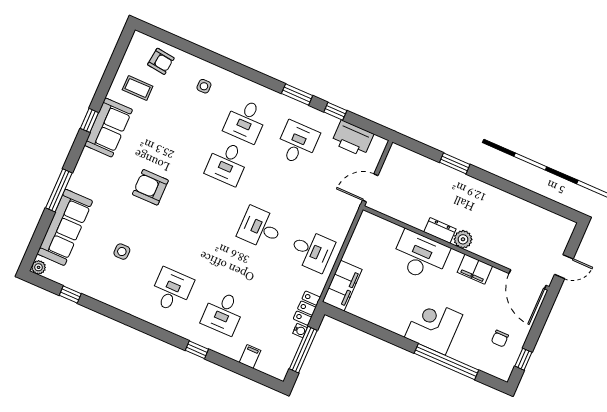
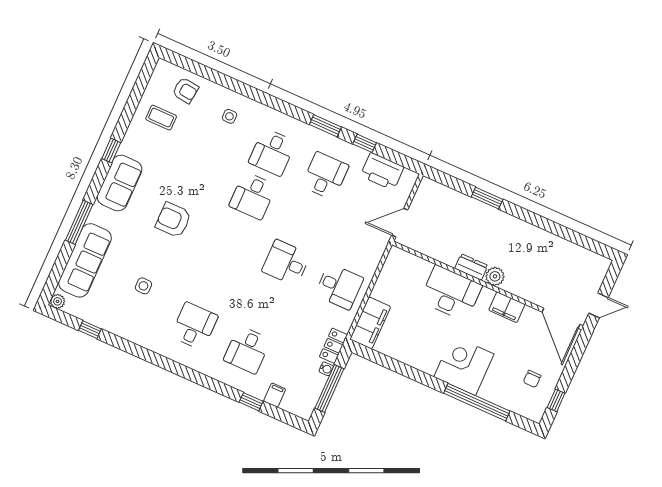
sofa: (108, 127) -> (120, 183), moved
window: (197, 350) -> (251, 402), moved

